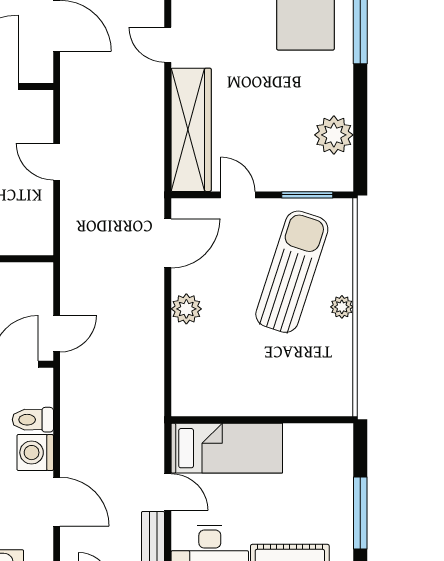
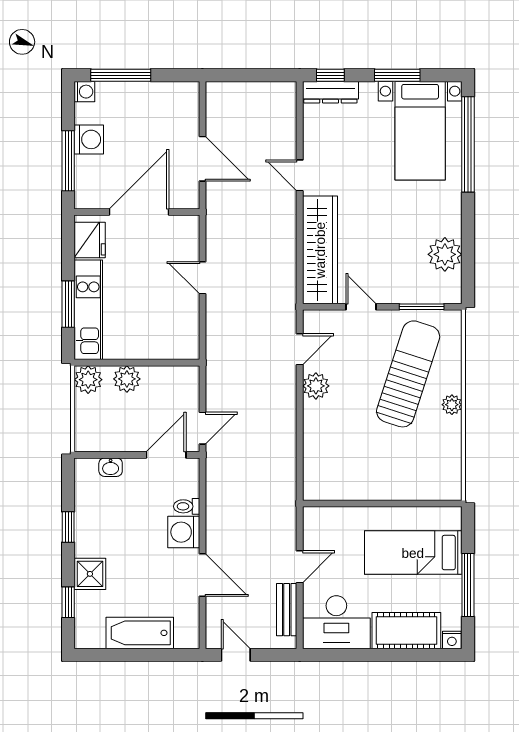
door: (168, 243) -> (300, 349), width x0.73
plant: (186, 309) -> (316, 386), moved
toilet: (33, 420) -> (187, 506), width x0.73, depth x0.72
bed: (227, 448) -> (413, 553), moved, turned 180
door: (168, 492) -> (300, 567), hinge flipped

